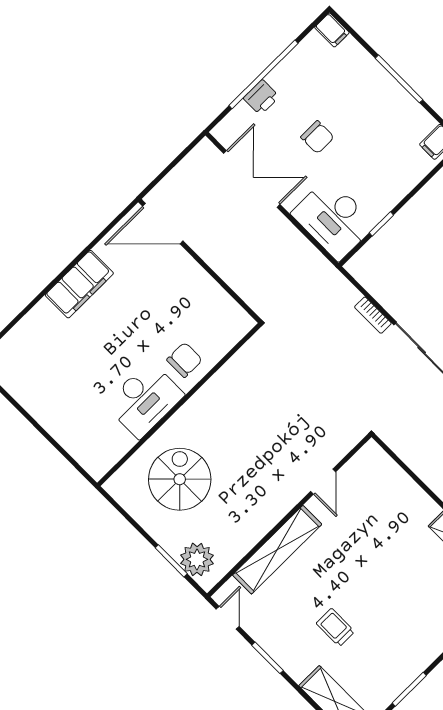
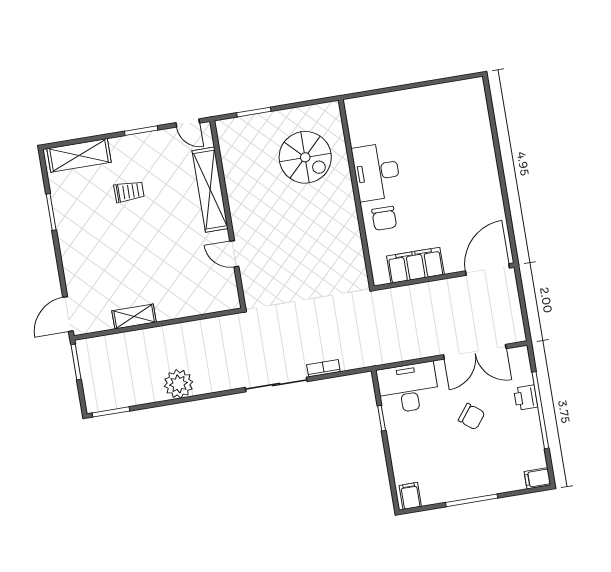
chair: (317, 137) -> (472, 417), turned -142
filing cabinet: (79, 284) -> (415, 265), moved, turned 90
plant: (197, 559) -> (242, 130), removed

